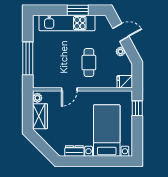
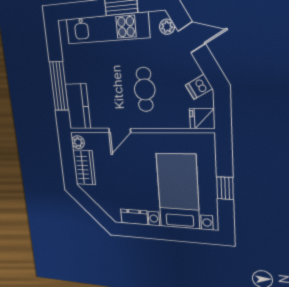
plant: (120, 52) -> (167, 27), moved
dishwasher: (124, 62) -> (199, 87), added
kitchen counter: (40, 73) -> (78, 107), added
window: (137, 108) -> (225, 188), moved

